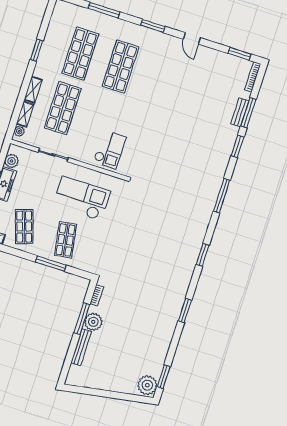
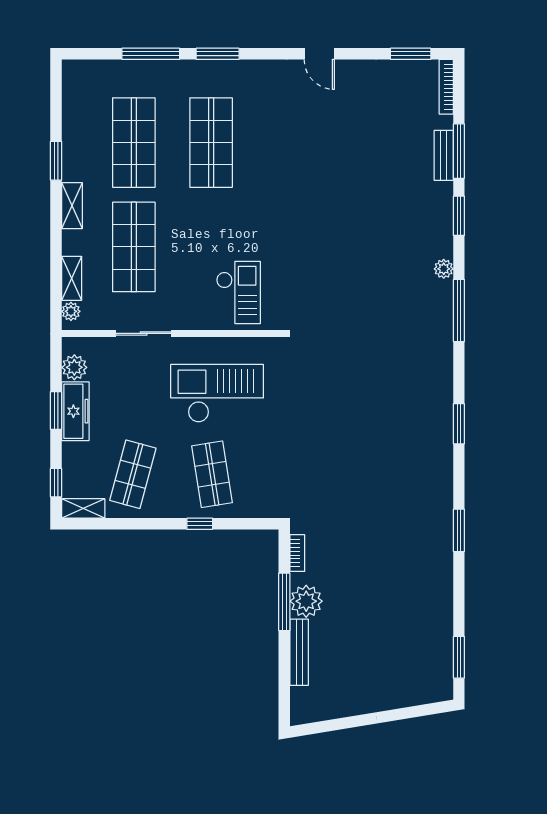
window: (153, 26) -> (218, 54), moved
shelving: (33, 90) -> (72, 206), moved
shop shelf: (24, 227) -> (133, 474), turned 33
window: (51, 264) -> (200, 524), width x0.46
plant: (147, 385) -> (444, 269), moved, width x0.53, depth x0.53

